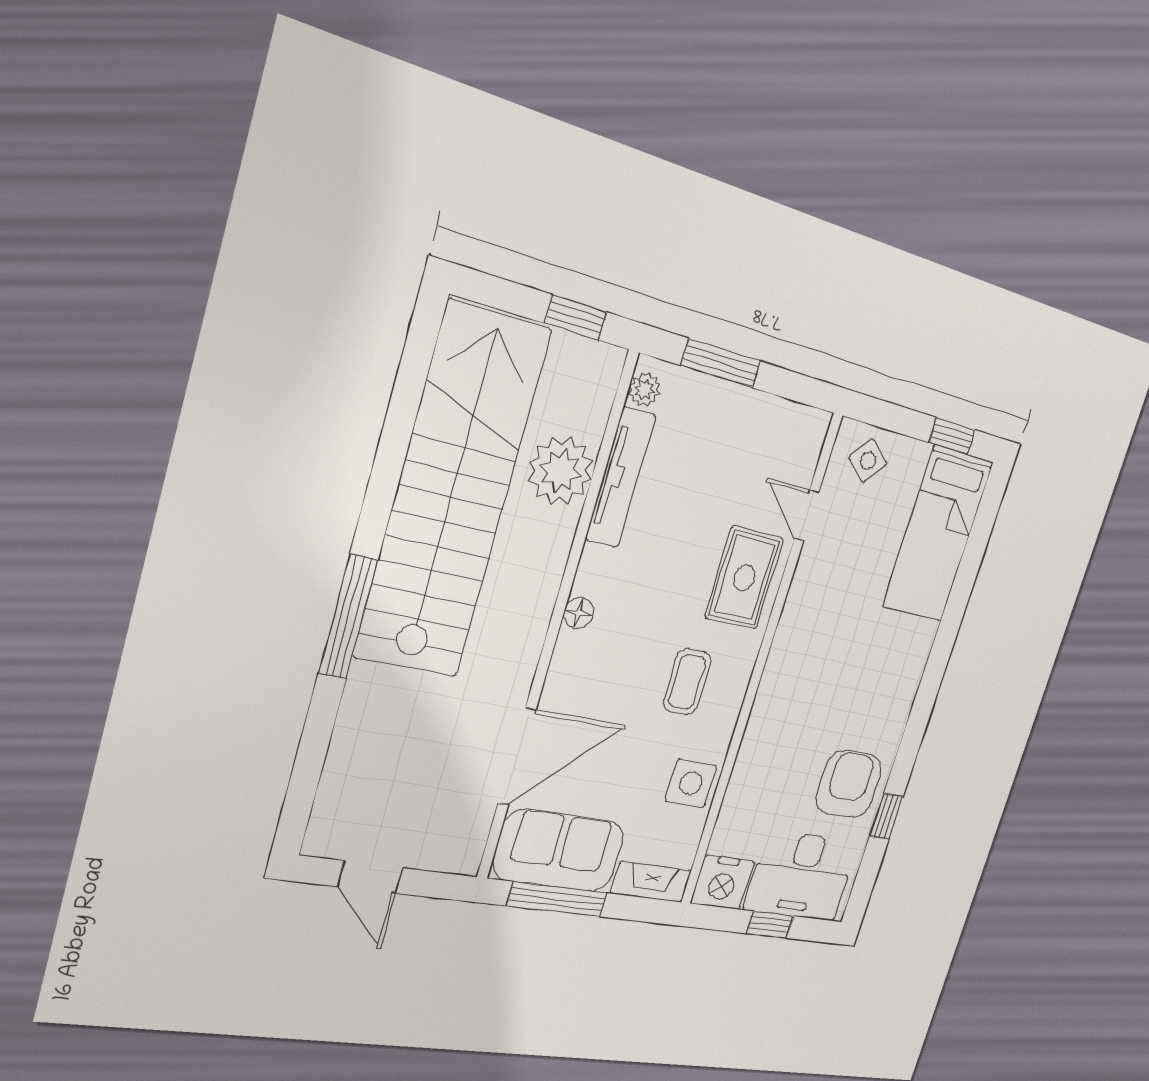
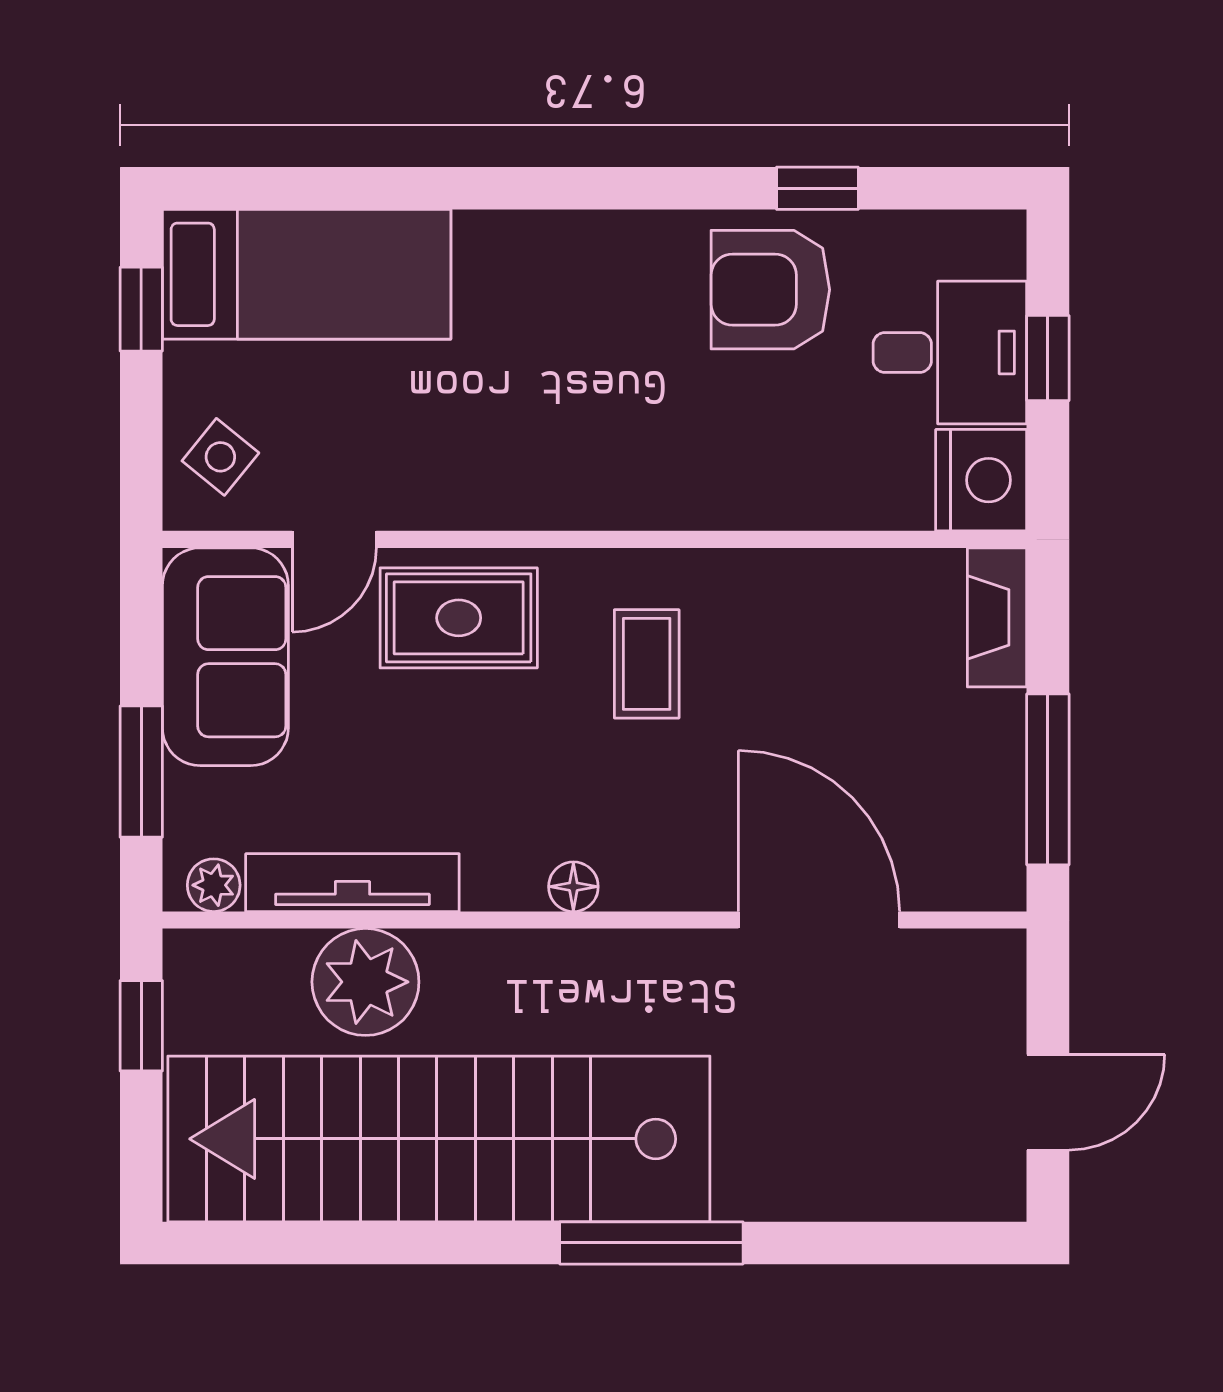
coffee table: (687, 682) -> (647, 664), turned 90
side table: (691, 783) -> (816, 600), removed
sofa: (559, 850) -> (225, 657), moved, turned 180
desk: (801, 876) -> (950, 352), width x0.73

